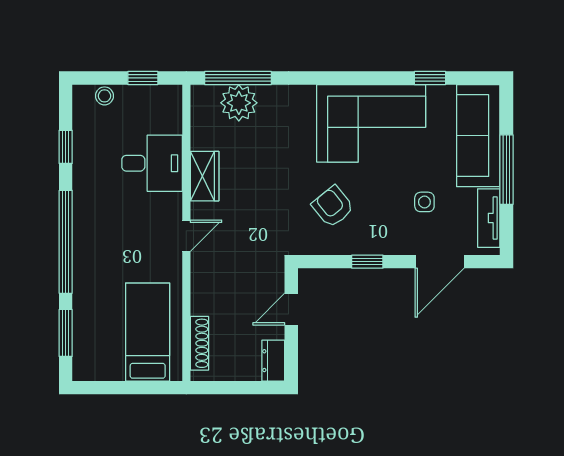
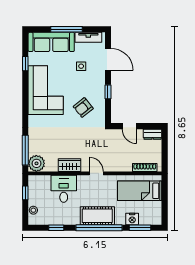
plant: (239, 103) -> (36, 163), moved
cot: (92, 238) -> (97, 216), added
nightstand: (85, 315) -> (132, 219), added

